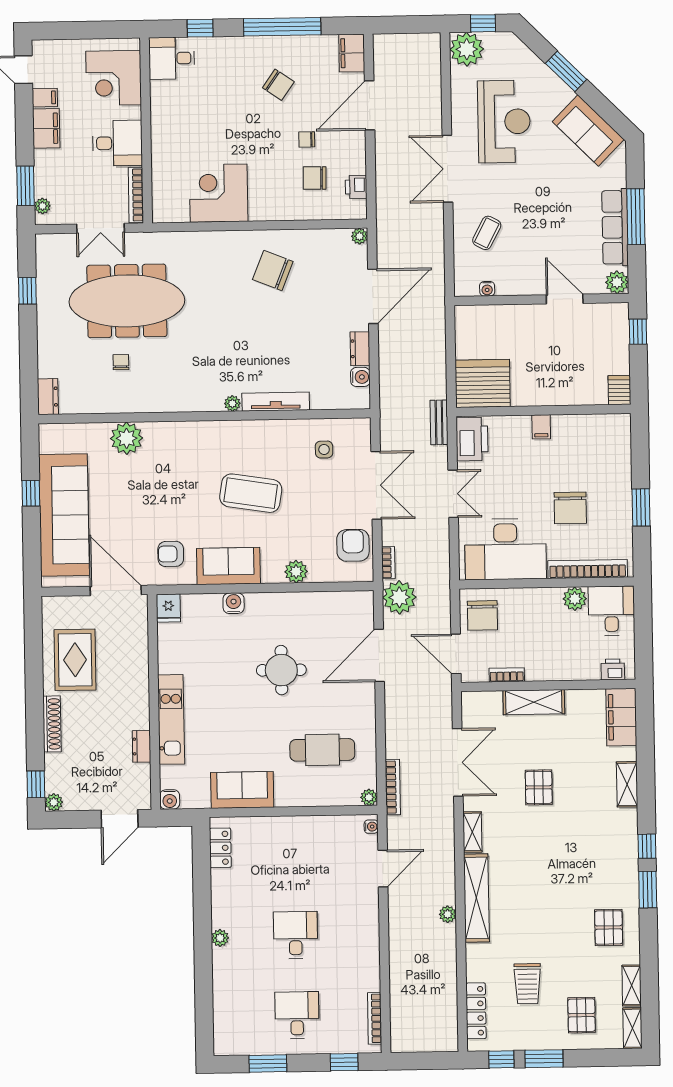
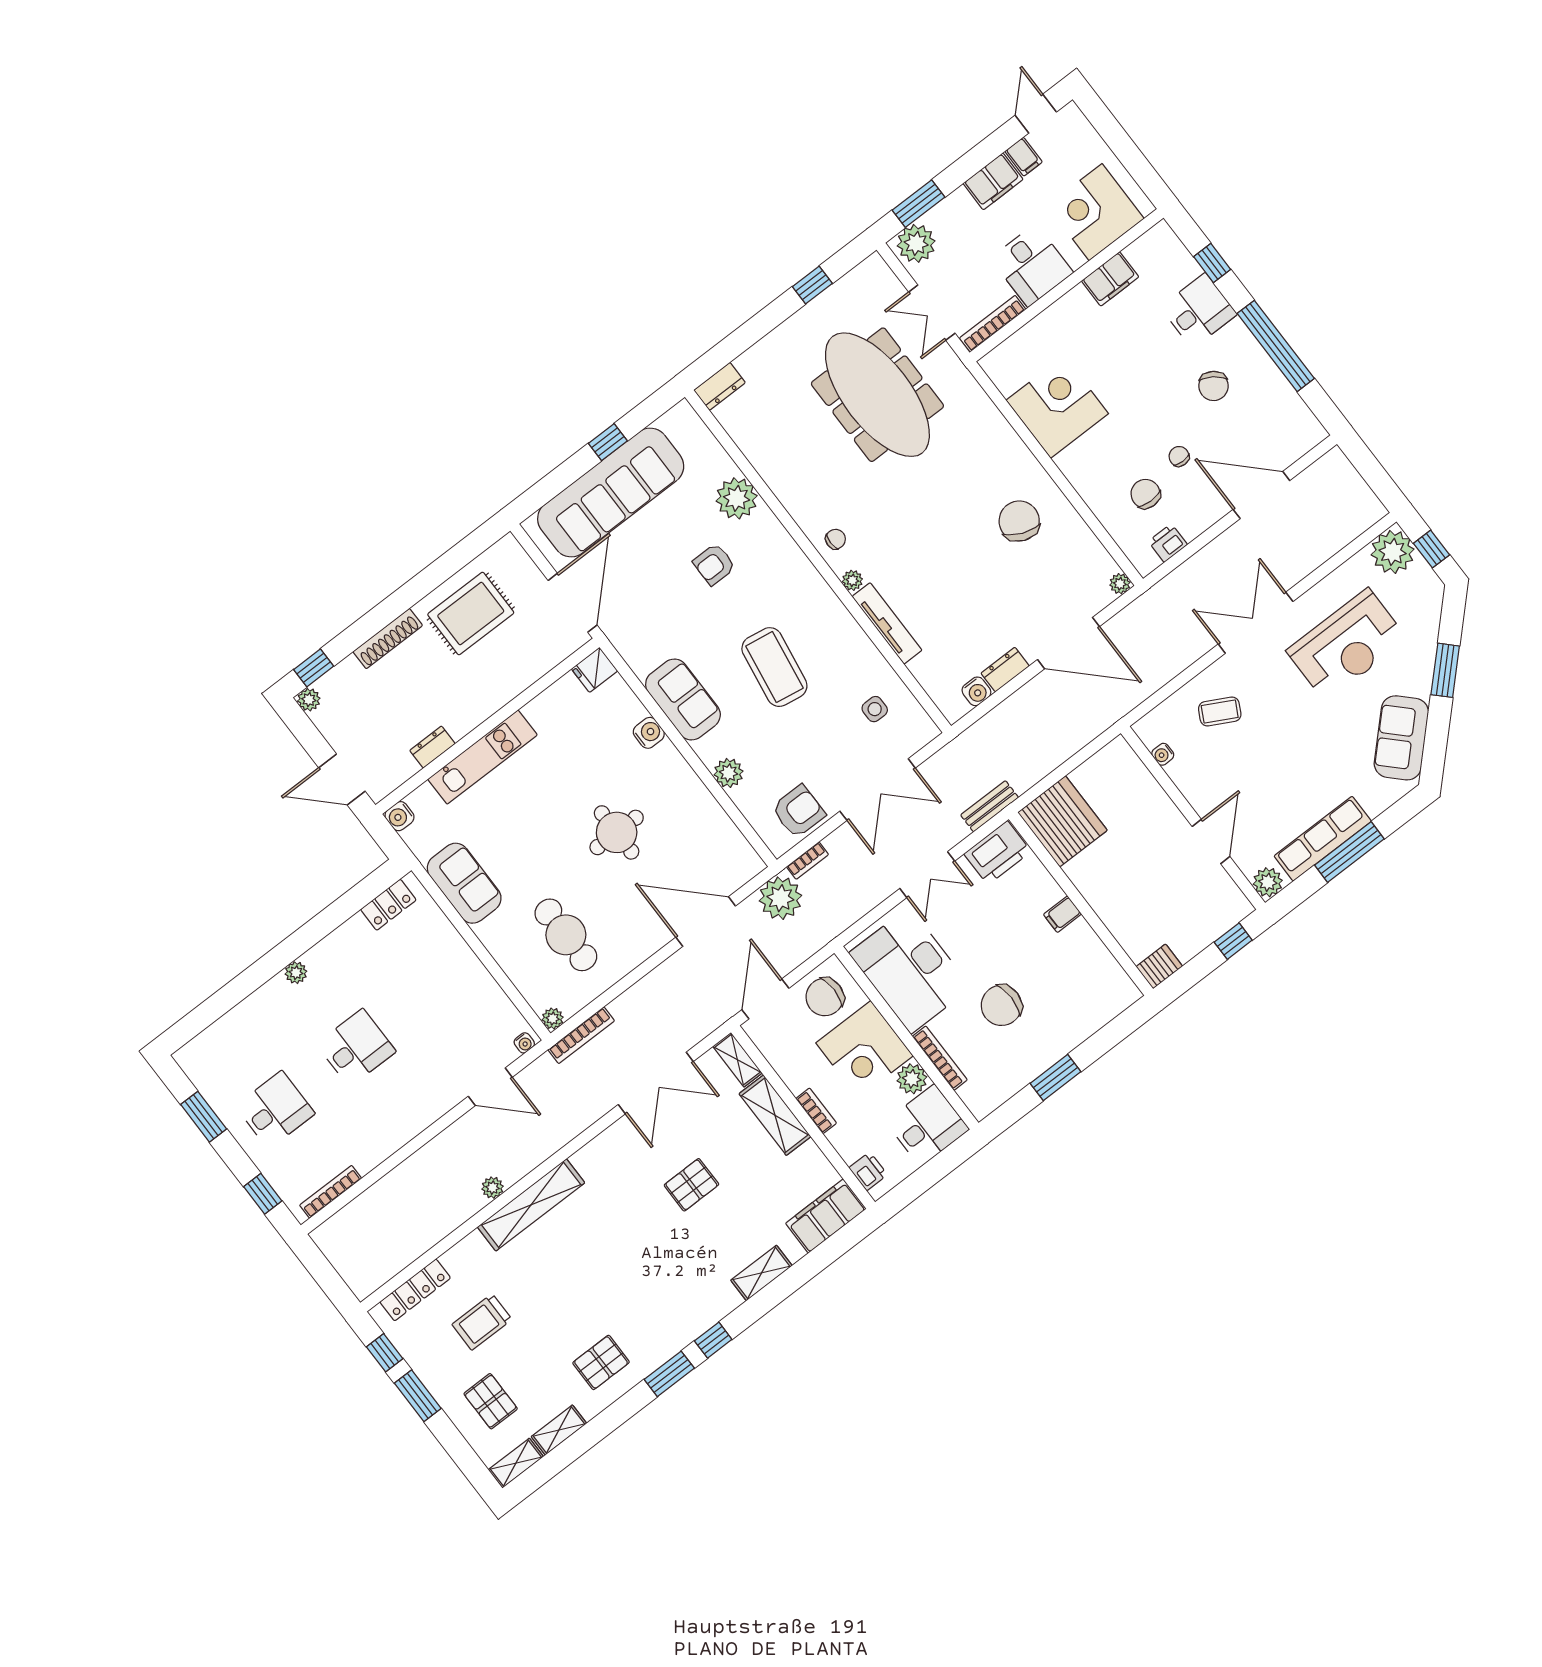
filing cabinet: (352, 53) -> (1110, 279), moved, turned 180
desk: (172, 58) -> (1199, 311), moved, turned 90
plant: (42, 206) -> (916, 243), width x1.88, depth x1.88
chair: (121, 362) -> (836, 539), moved
armchair: (171, 554) -> (714, 564), moved, turned -90
bookcase: (588, 569) -> (940, 1058), width x0.68, depth x0.76
corner desk: (534, 615) -> (864, 1049), added
bookcase: (507, 675) -> (816, 1111), moved
shelving: (472, 832) -> (737, 1060), moved, turned 90
pallet: (582, 1015) -> (491, 1401), turned 90

